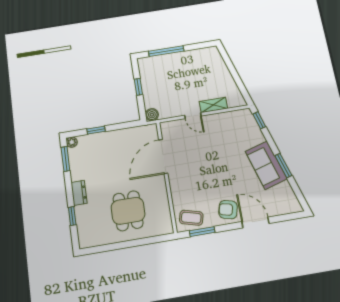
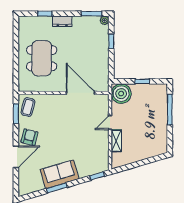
boiler: (152, 115) -> (121, 94), width x1.86, depth x1.86
dining table: (128, 211) -> (42, 58), width x1.38

